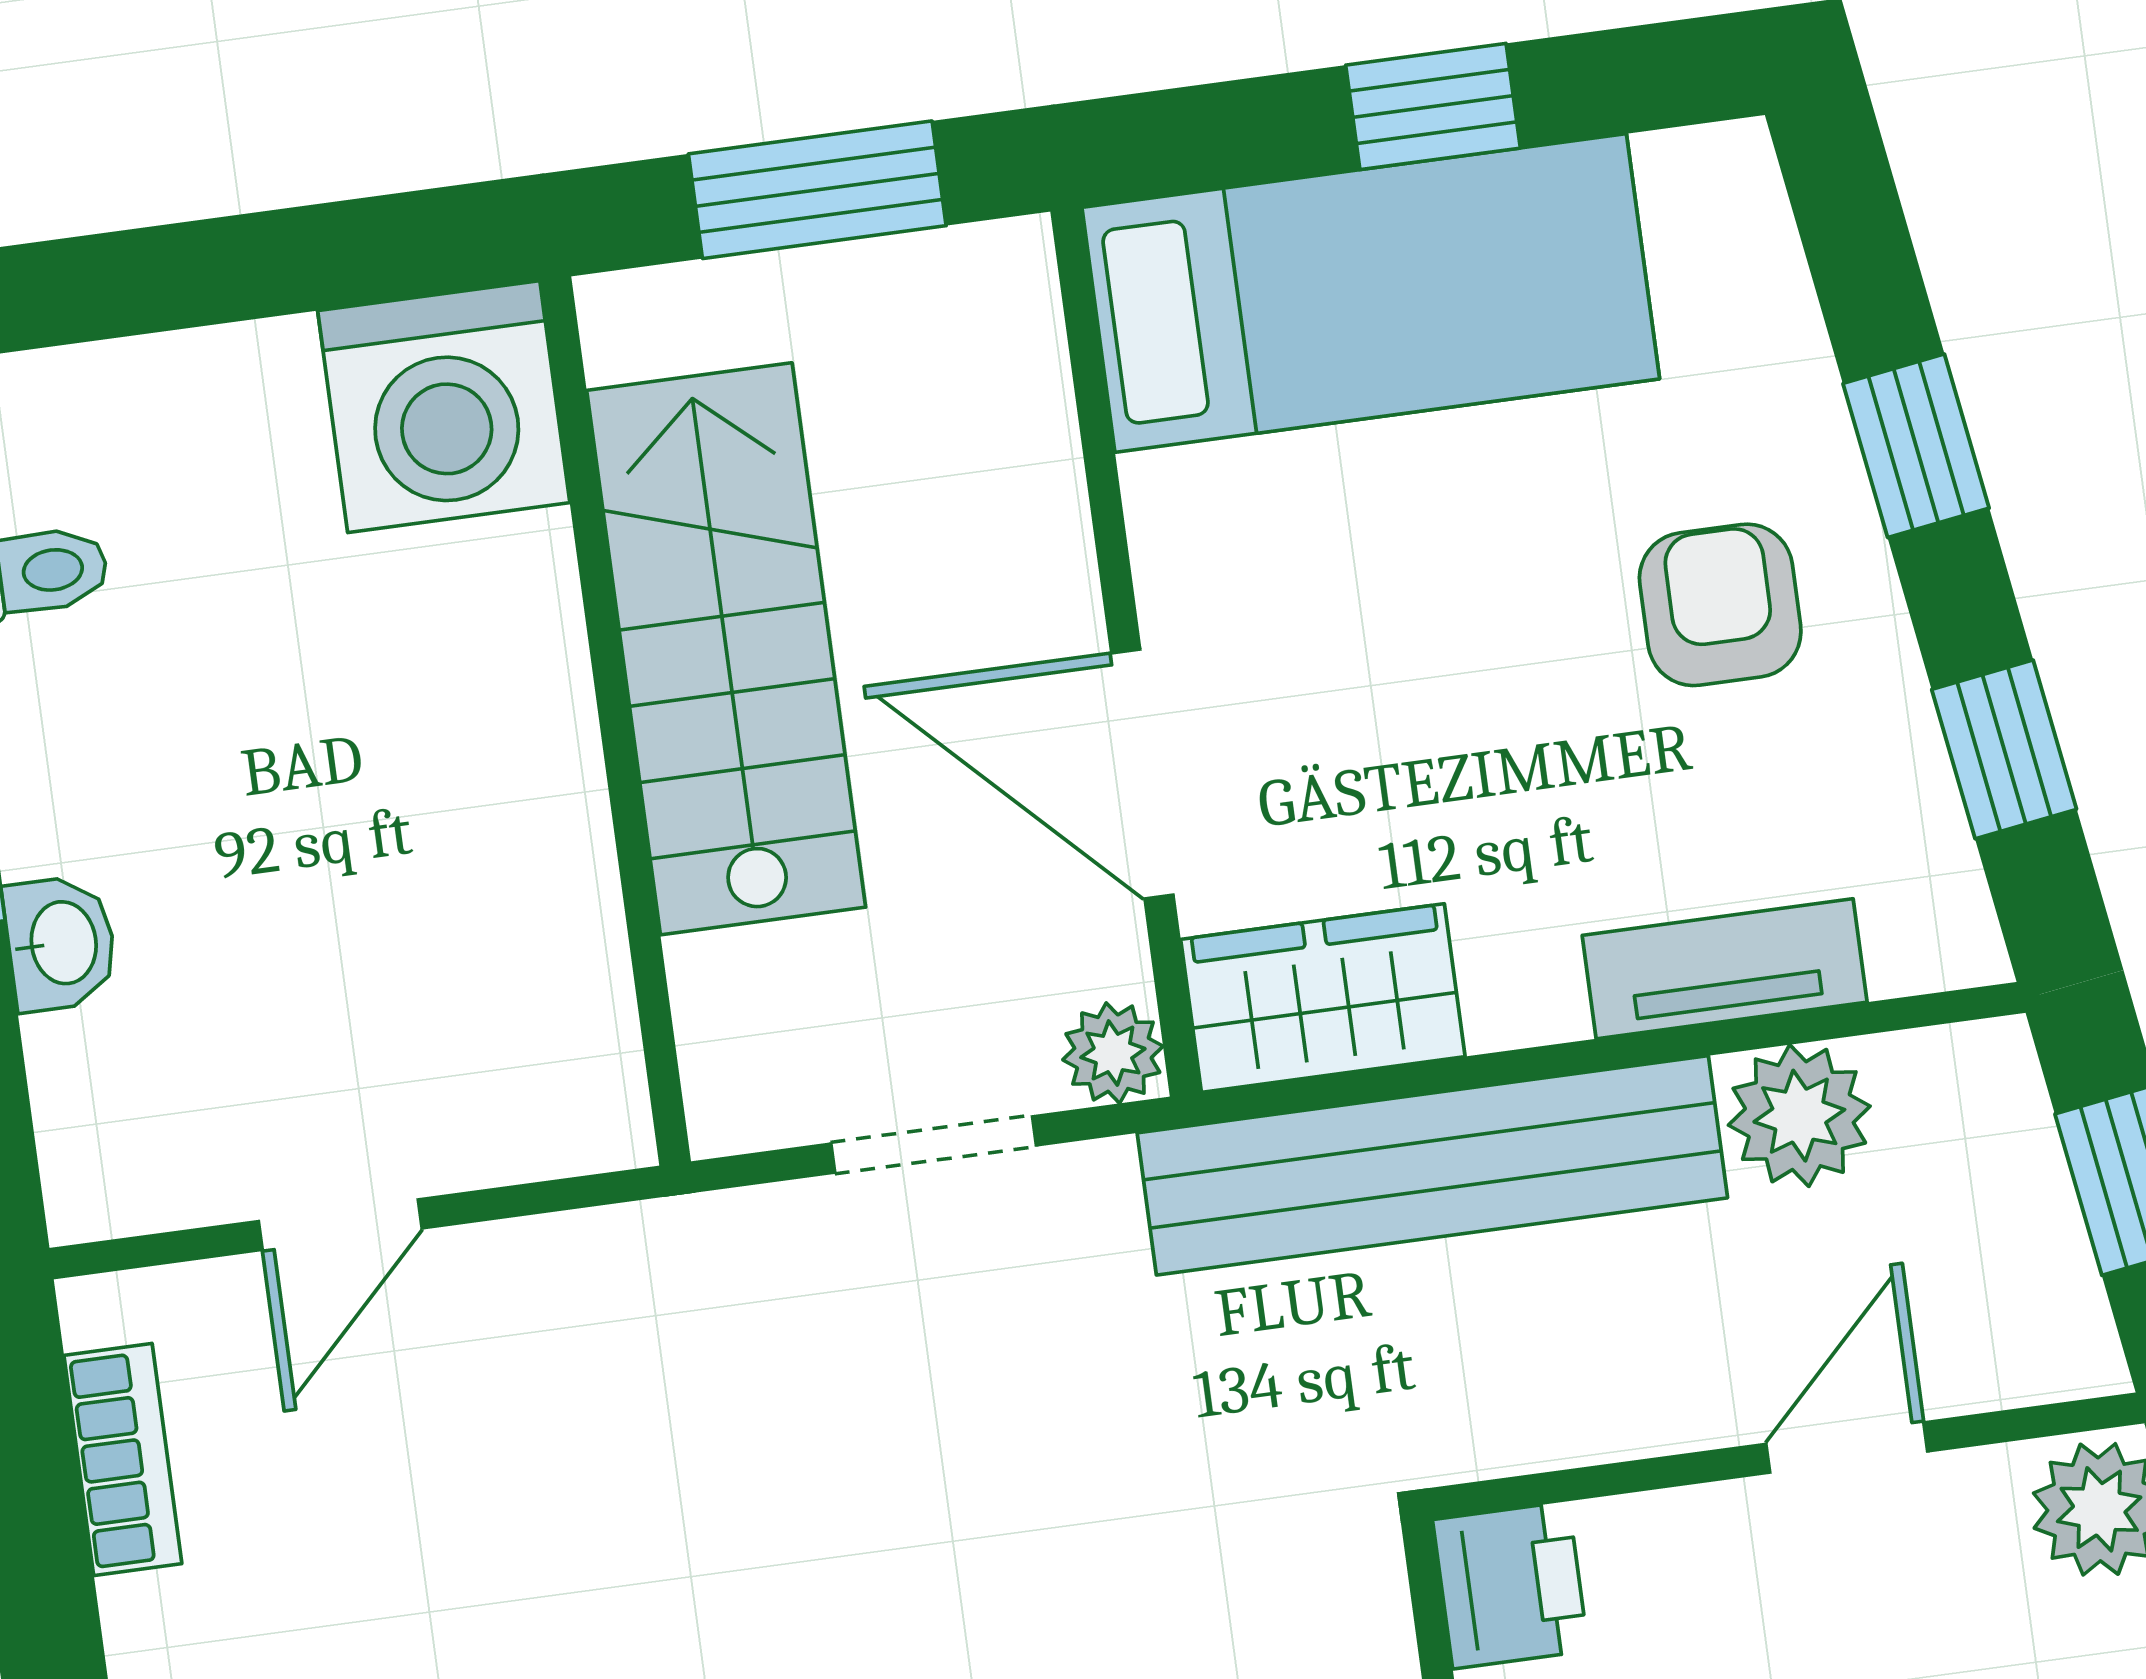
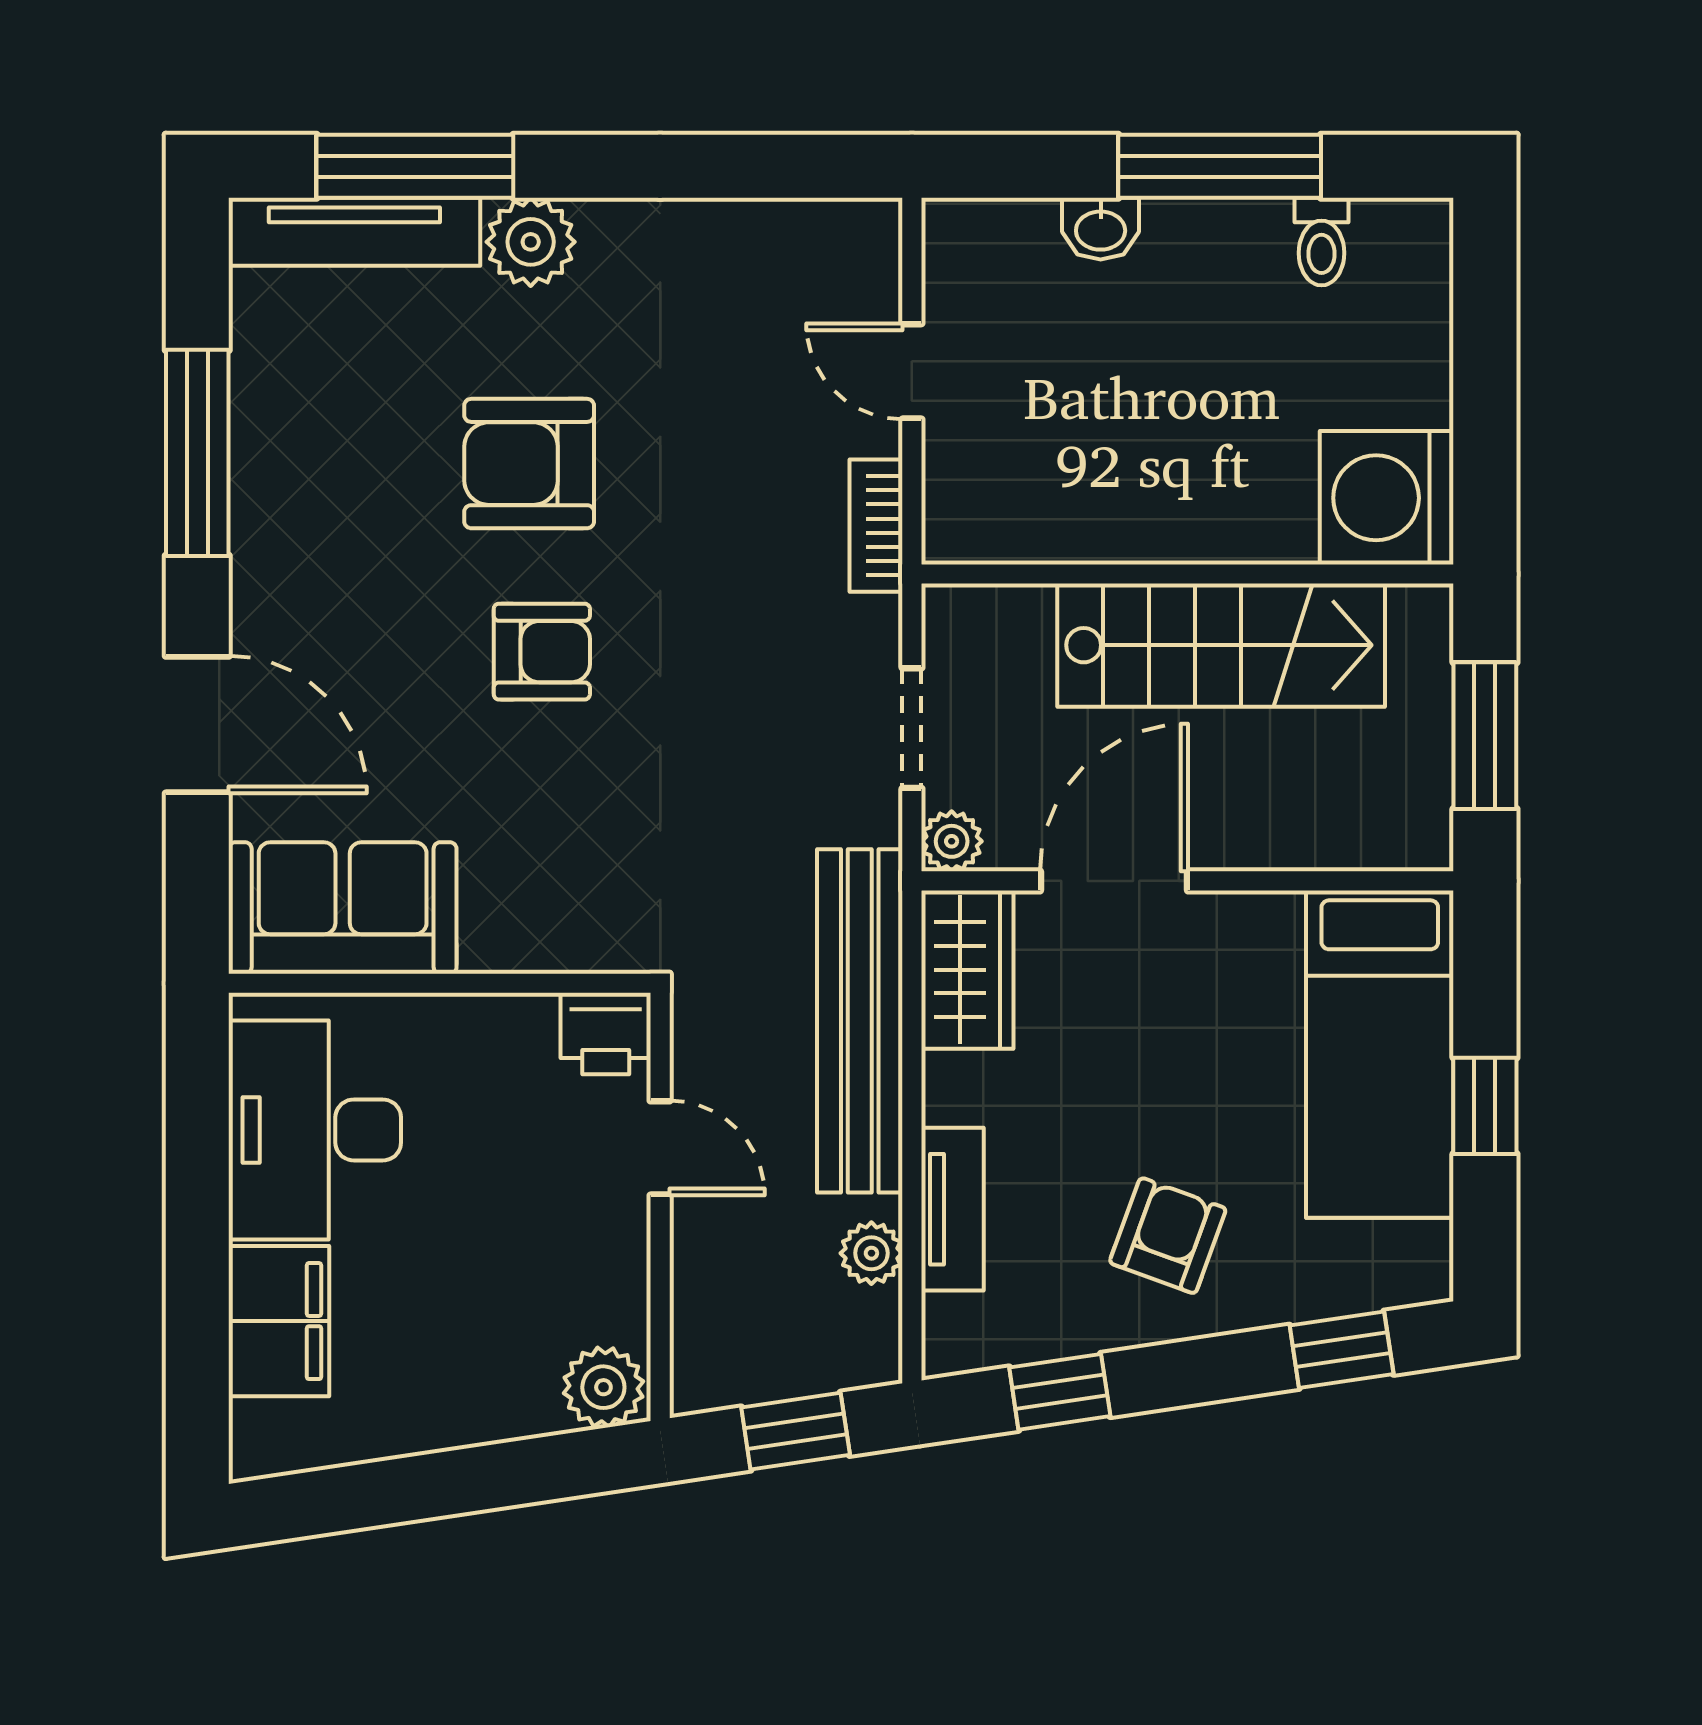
window: (1916, 446) -> (1342, 1350), moved
armchair: (1720, 605) -> (1168, 1236), turned -70
plant: (1799, 1116) -> (871, 1253), width x0.73, depth x0.73
door: (1847, 1448) -> (660, 1148), moved
bookcase: (123, 1459) -> (876, 526), moved, turned 90

